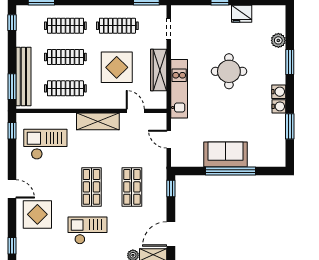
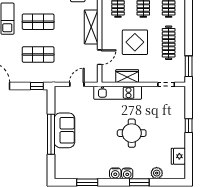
fridge: (242, 14) -> (178, 156), moved
wardrobe: (159, 70) -> (127, 76), width x0.67
water cooler: (279, 106) -> (127, 173), moved

